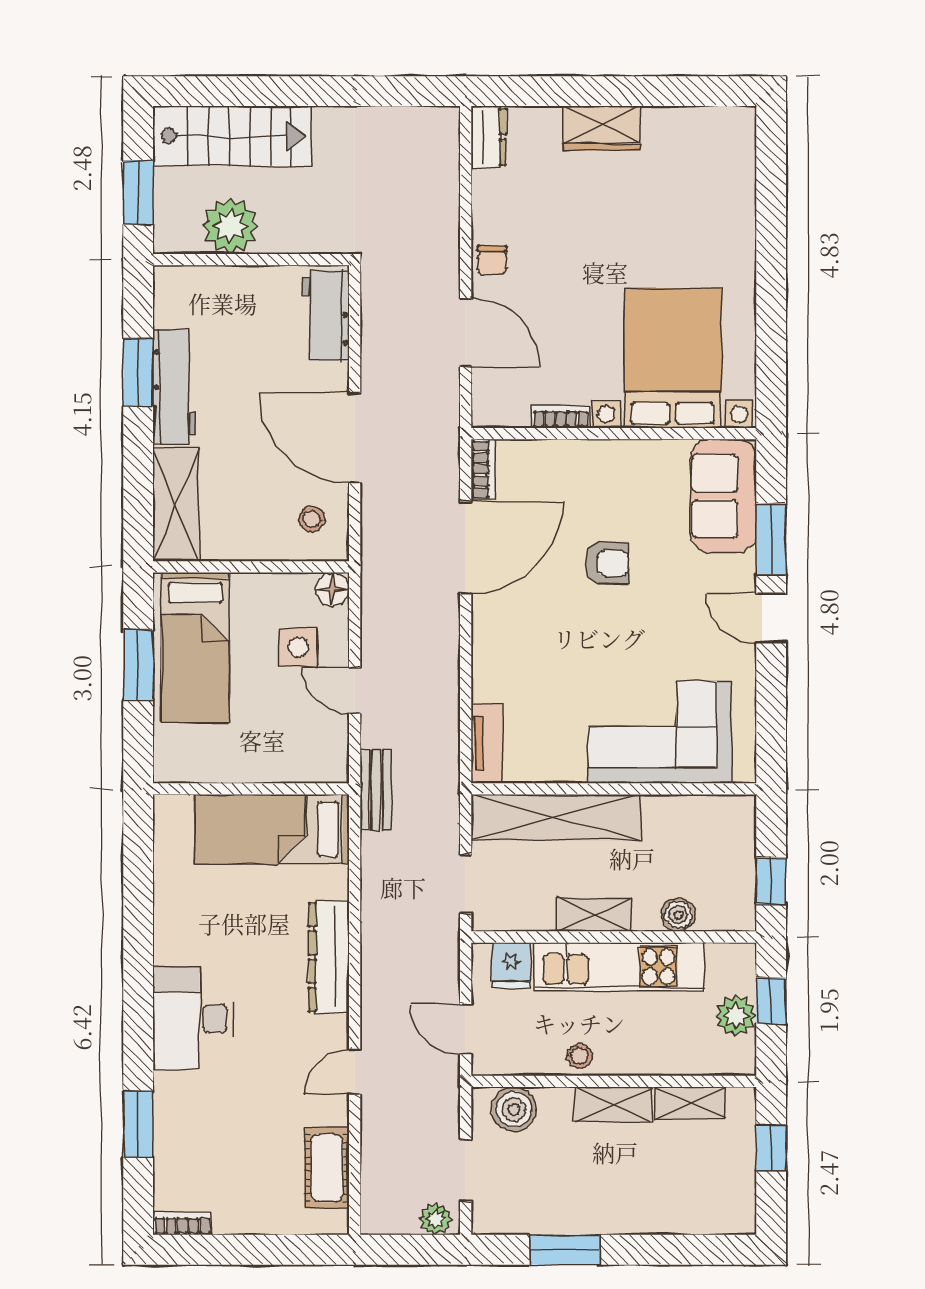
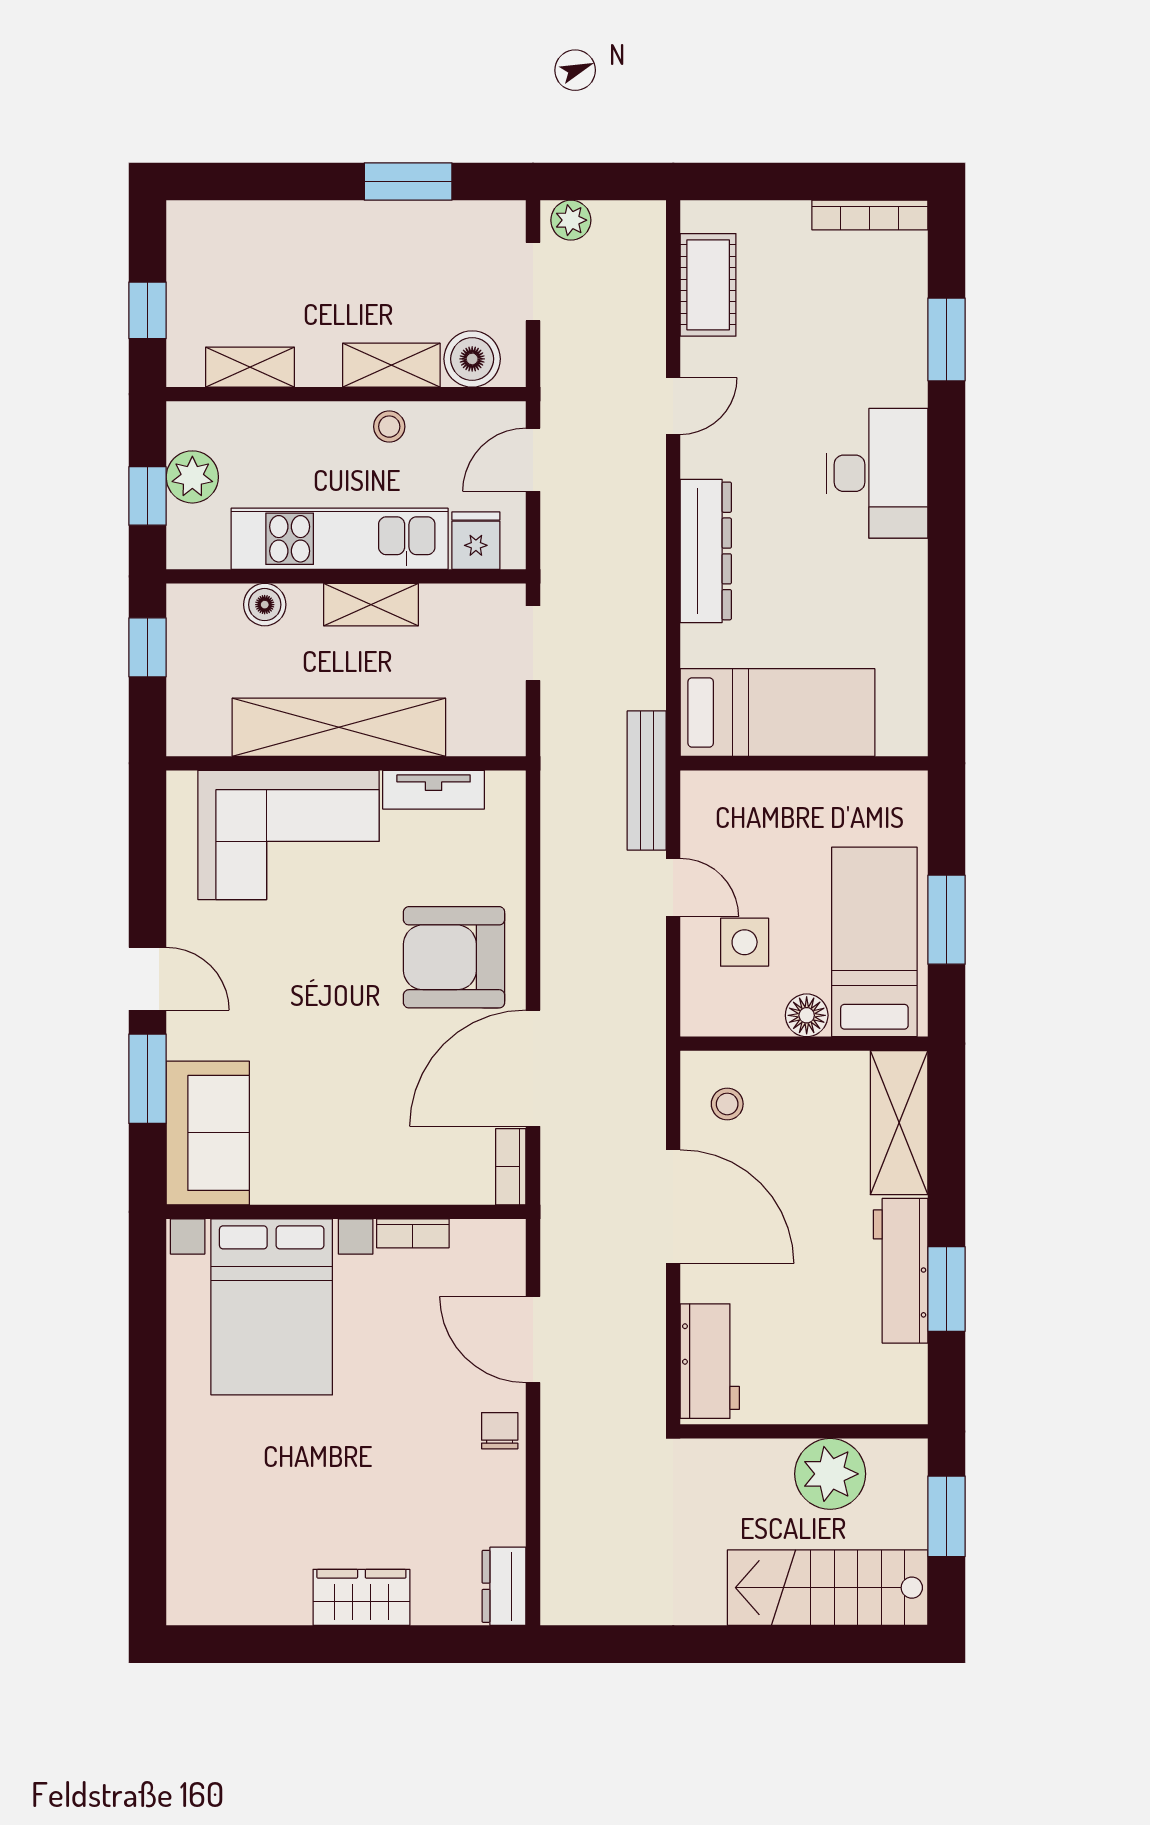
armchair: (607, 563) -> (454, 957), moved, width x1.88, depth x1.88
floor lamp: (332, 589) -> (807, 1015), moved
tv unit: (487, 743) -> (434, 790), moved, turned -90
bench: (376, 790) -> (647, 781), width x1.36
shelving: (556, 818) -> (339, 727), moved
door: (466, 1029) -> (533, 460), swing flipped
shelving: (613, 1104) -> (391, 365), moved
bookcase: (182, 1223) -> (870, 215), width x1.56

